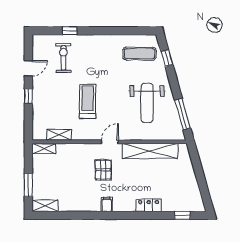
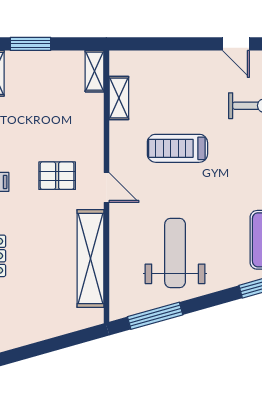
window: (28, 96) -> (187, 44), removed
treadmill: (88, 102) -> (177, 148), turned 180
weight bench: (147, 103) -> (175, 253), turned 90

